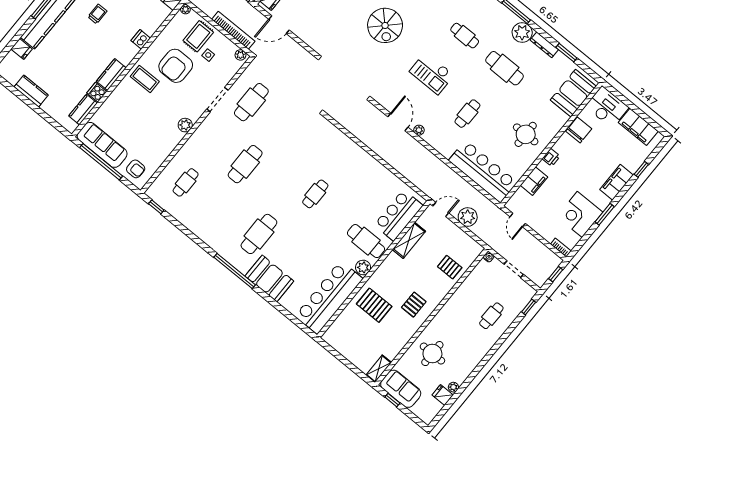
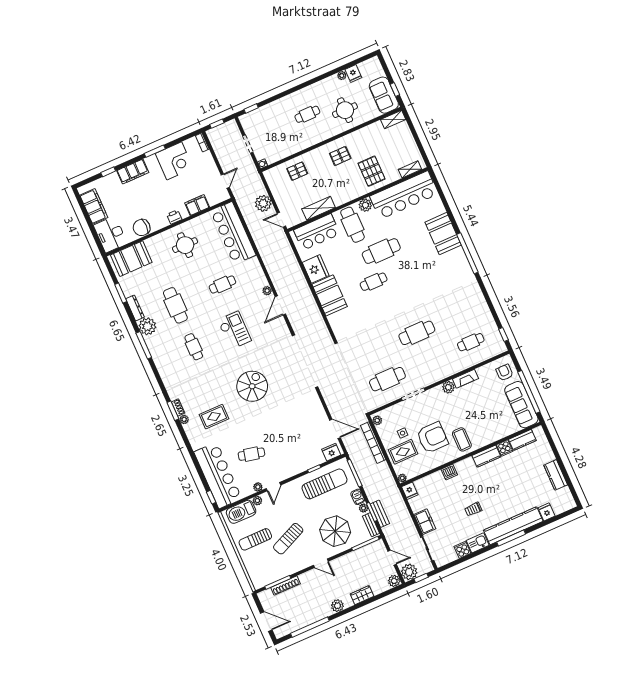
fireplace: (172, 143) -> (465, 379), added
booth: (353, 157) -> (330, 295), added
fridge: (381, 177) -> (316, 269), added
cafe table: (259, 234) -> (381, 251), moved
pallet: (450, 267) -> (297, 171), turned 90
cafe table: (491, 316) -> (307, 114), moved
shelving: (336, 327) -> (410, 169), added

